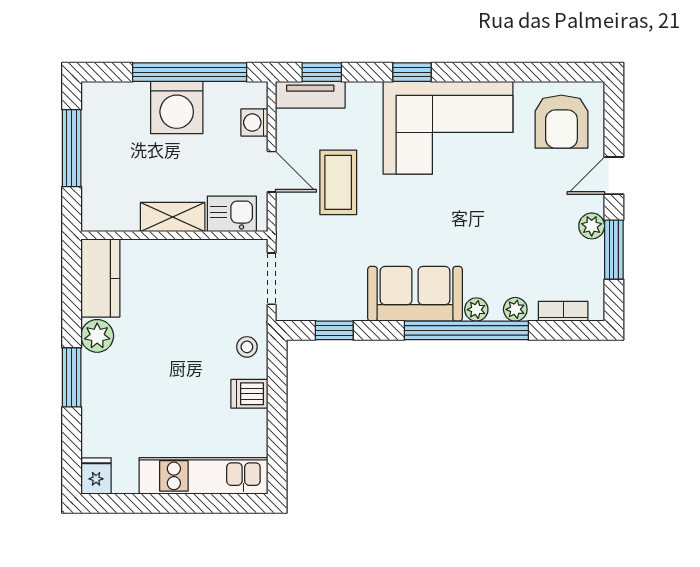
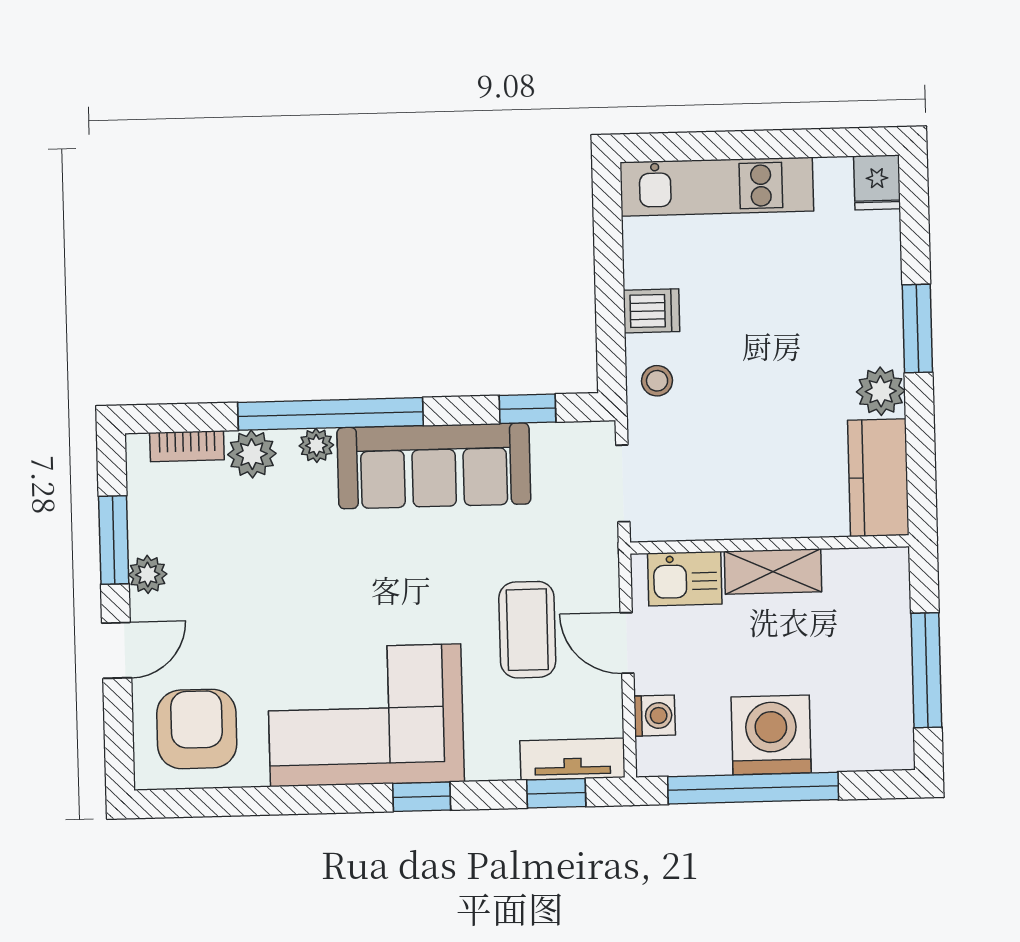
sofa: (415, 294) -> (434, 466), width x1.36
plant: (515, 309) -> (252, 454), width x1.38, depth x1.38

